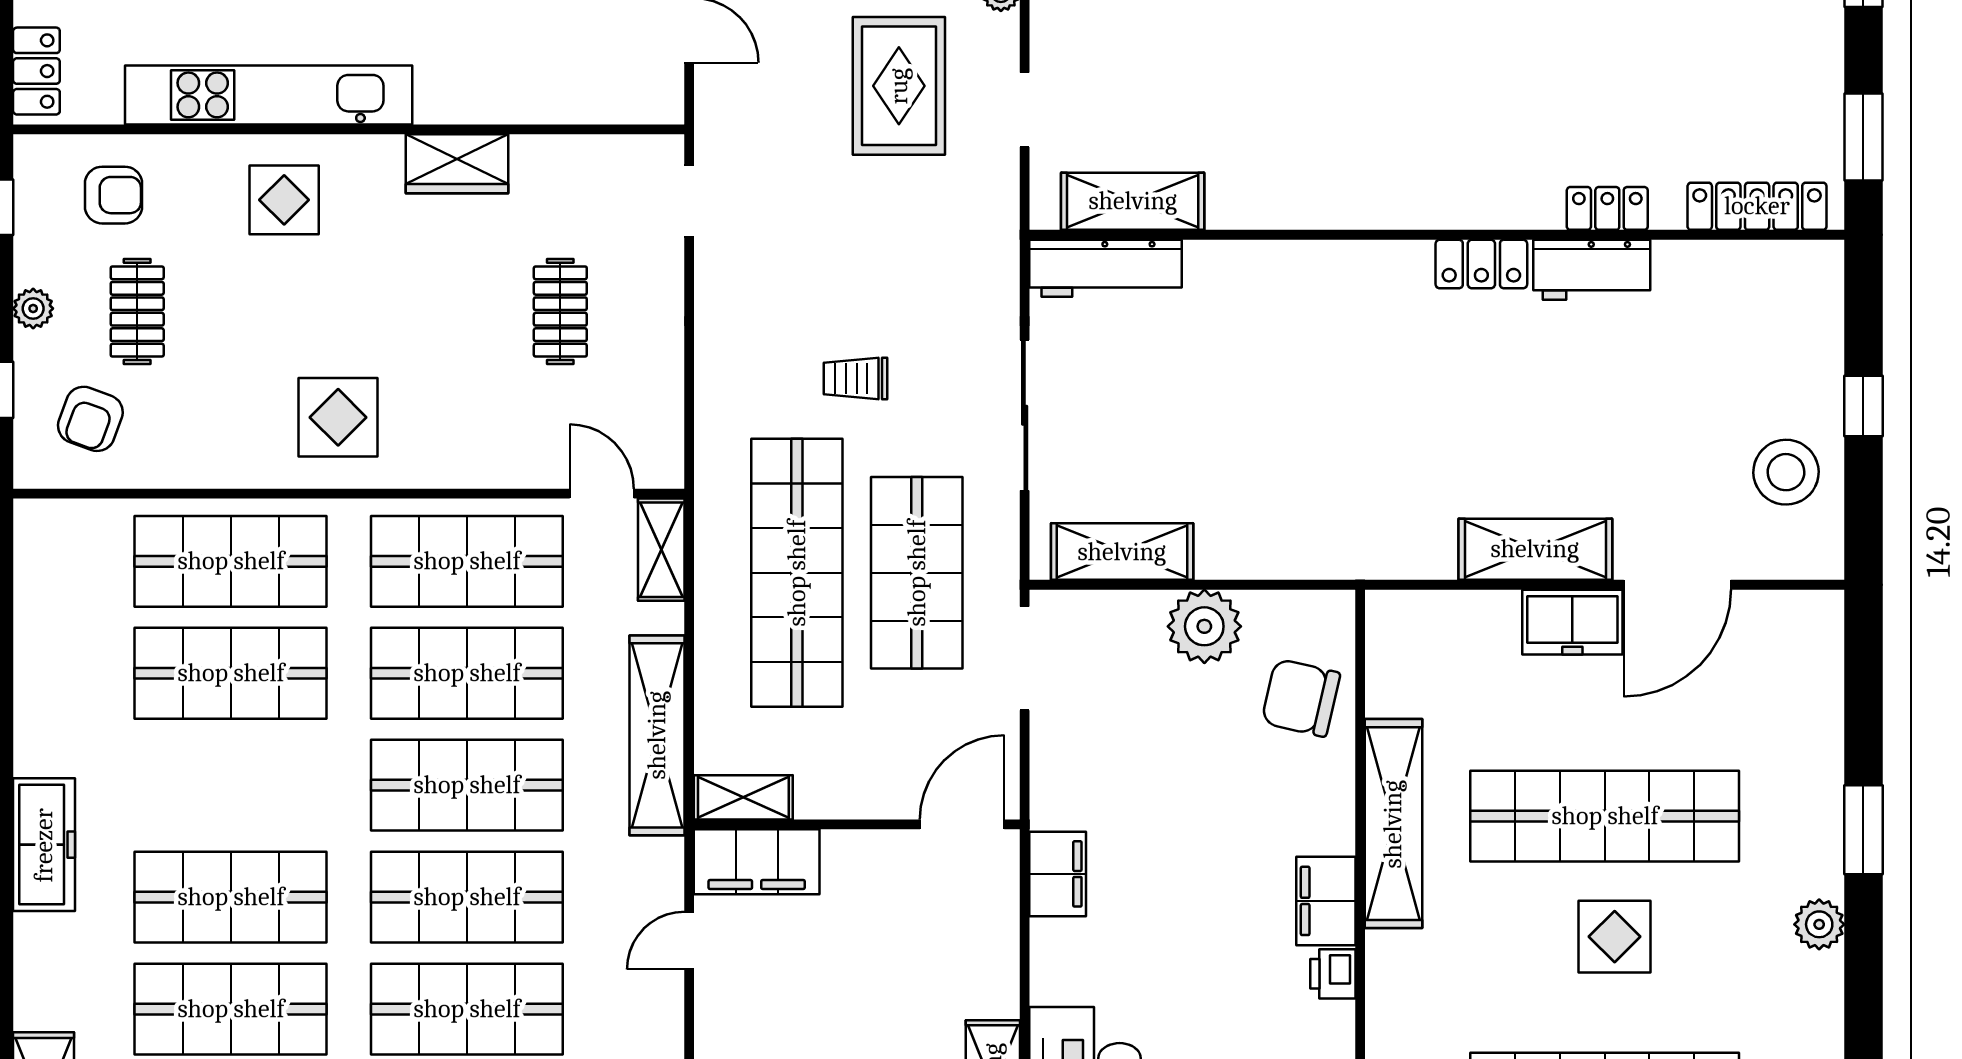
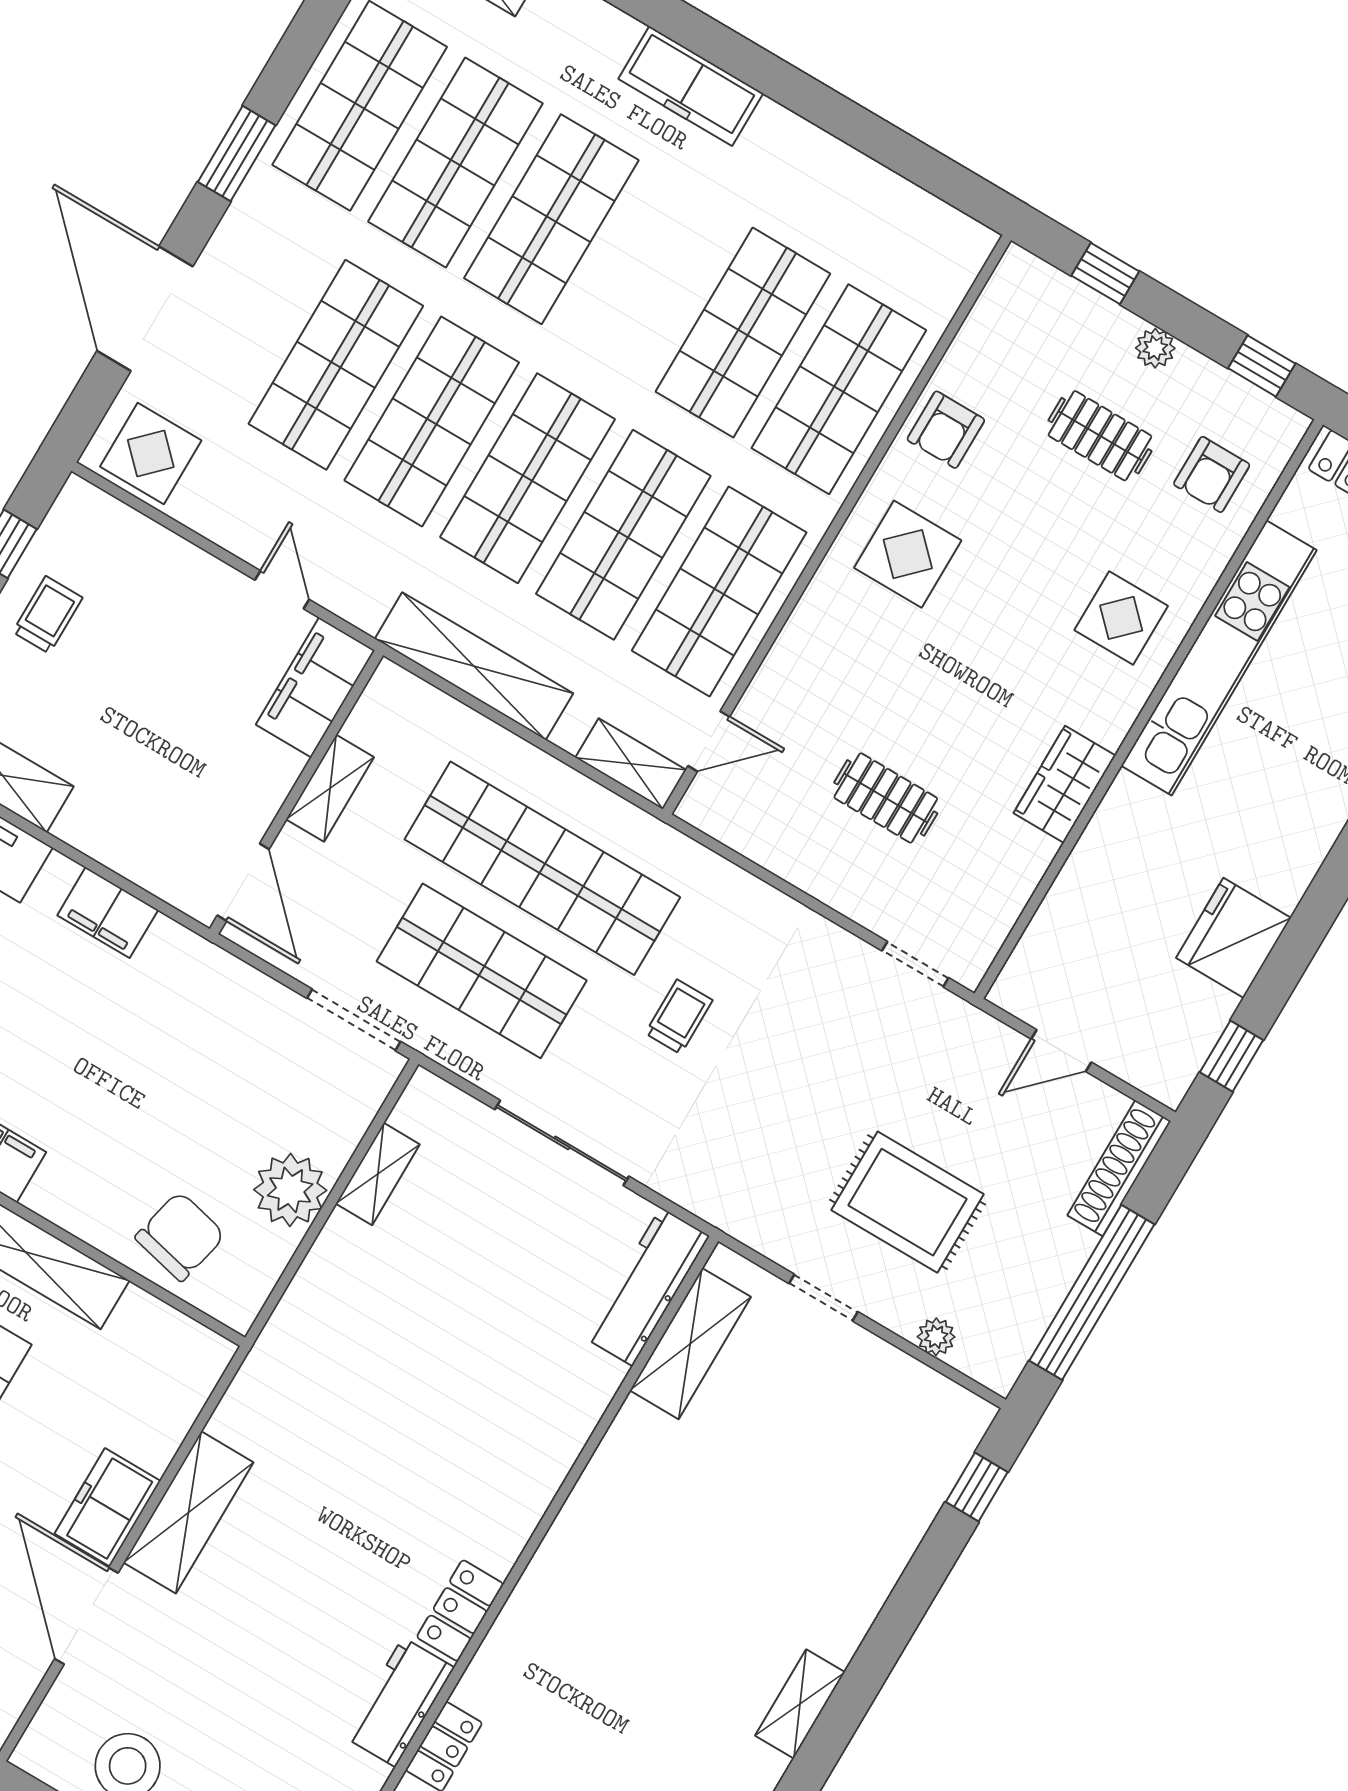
armchair: (90, 419) -> (946, 430), moved, turned -110
shelving: (1122, 552) -> (378, 1174), width x0.67, depth x0.75
shelving: (743, 797) -> (330, 788), moved
filing cabinet: (1058, 874) -> (108, 913), moved

